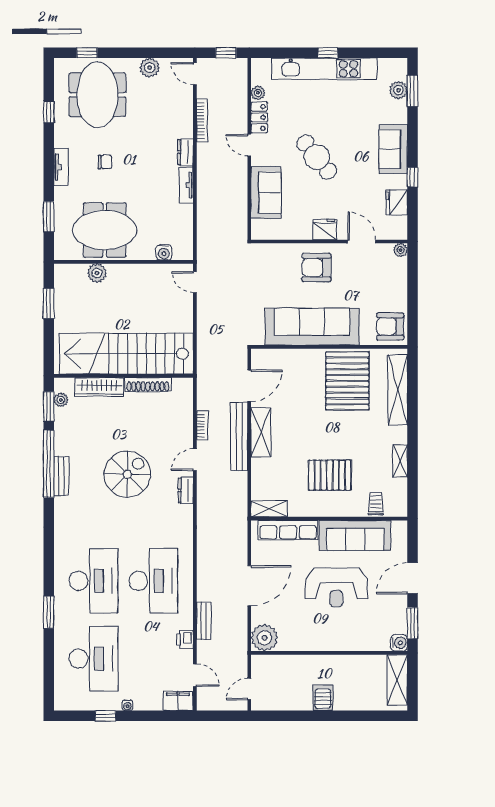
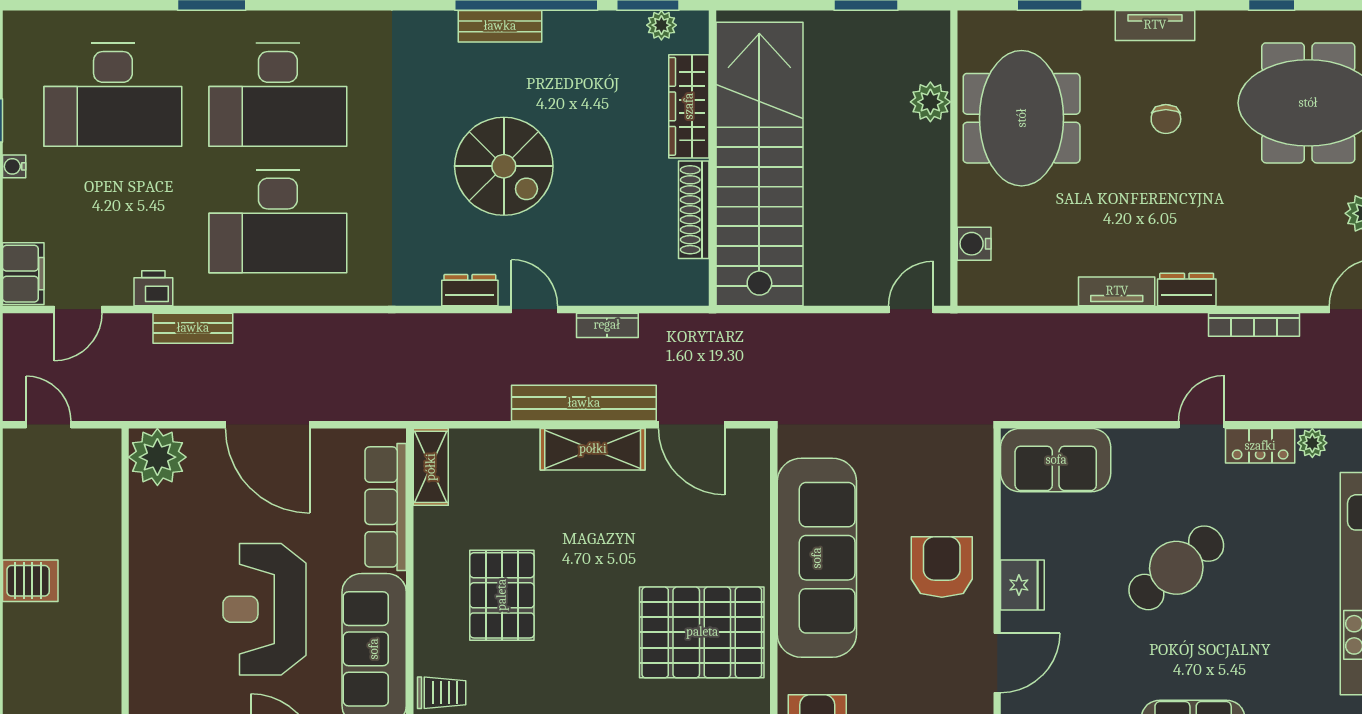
sofa: (266, 193) -> (1056, 460), moved

